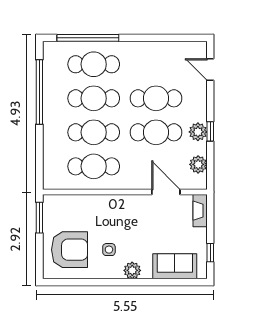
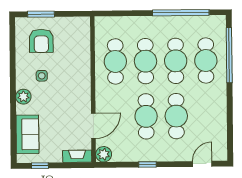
plant: (198, 132) -> (147, 154), removed
plant: (198, 164) -> (104, 154), moved
window: (39, 218) -> (41, 14), moved
armchair: (70, 250) -> (41, 41), width x0.73, depth x0.73

